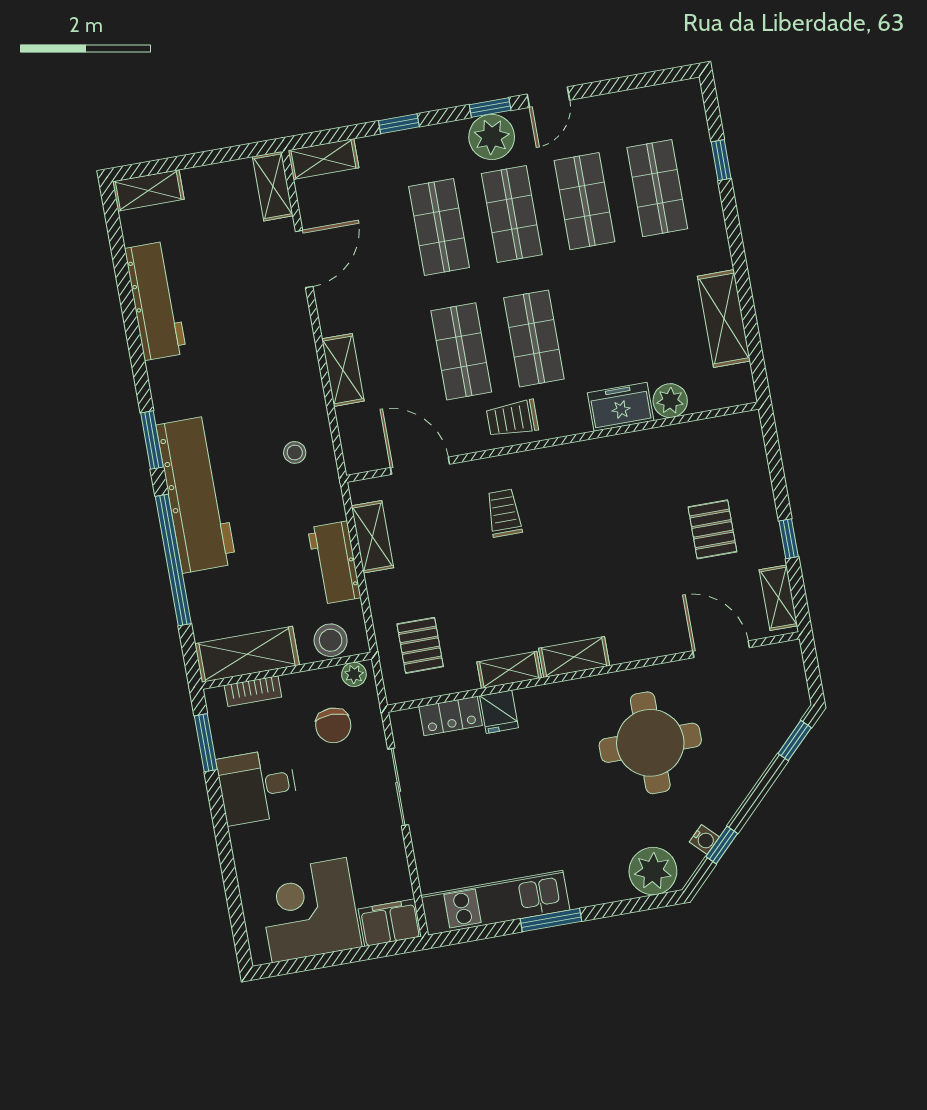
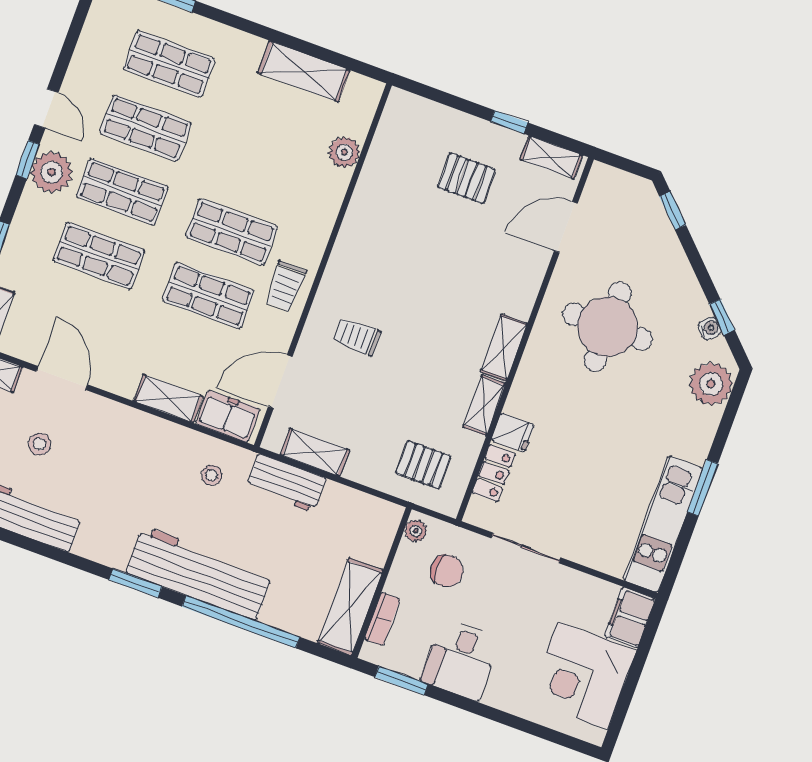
freezer: (621, 407) -> (228, 416), moved, turned 90
workbench: (334, 563) -> (286, 483), moved
stool: (331, 640) -> (40, 444), moved, width x0.73, depth x0.73

